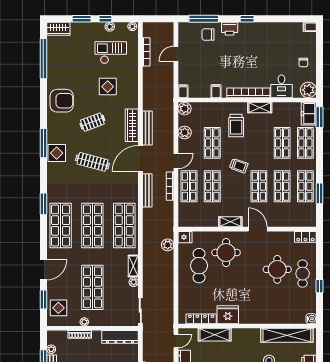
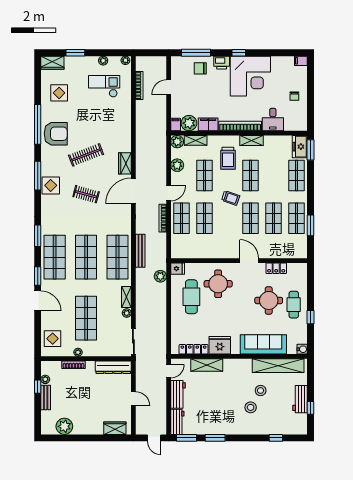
window: (105, 19) -> (99, 53), removed
corner desk: (259, 42) -> (250, 76), added
window: (43, 59) -> (38, 124), moved
display table: (108, 87) -> (59, 93), moved
plant: (308, 90) -> (189, 123), moved
filing cabinet: (216, 91) -> (208, 124), width x2.00
clothes rail: (92, 122) -> (86, 155), width x1.36
wardrobe: (132, 125) -> (125, 163), width x0.67
bench: (147, 128) -> (140, 161), removed
shop shelf: (282, 143) -> (250, 175), moved
clothes rail: (92, 162) -> (86, 194), width x0.73
bench: (147, 190) -> (140, 251), moved
shelving: (230, 222) -> (196, 140), moved
locker: (305, 237) -> (276, 268), moved
door: (43, 270) -> (38, 301), hinge flipped
window: (43, 300) -> (38, 276), moved
sofa: (272, 314) -> (263, 344), added

